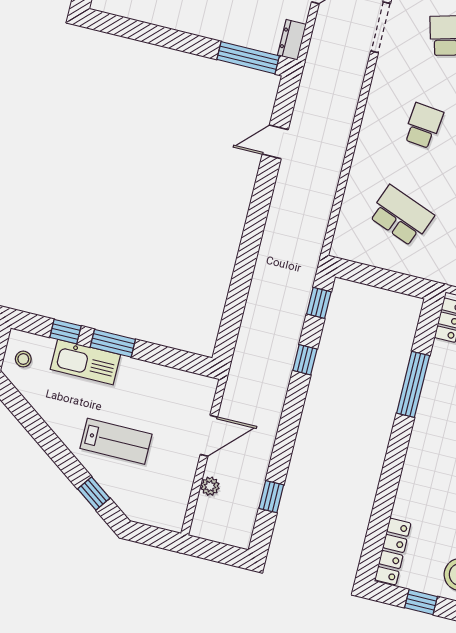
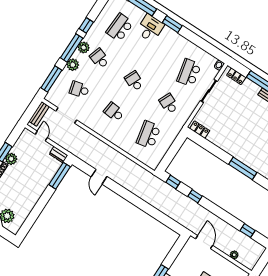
school desk: (401, 216) -> (149, 135), turned -33
window: (413, 384) -> (243, 168), moved
door: (209, 436) -> (204, 242), moved

